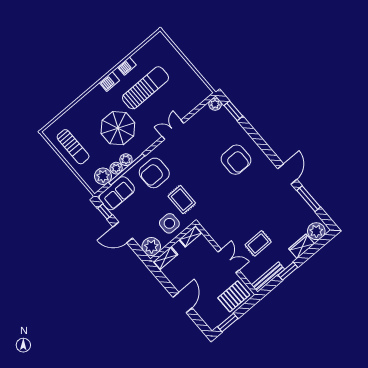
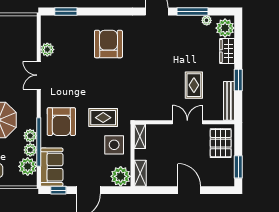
plant: (215, 104) -> (47, 50), moved
armchair: (236, 160) -> (108, 44), turned -90
plant: (311, 214) -> (207, 20), added

